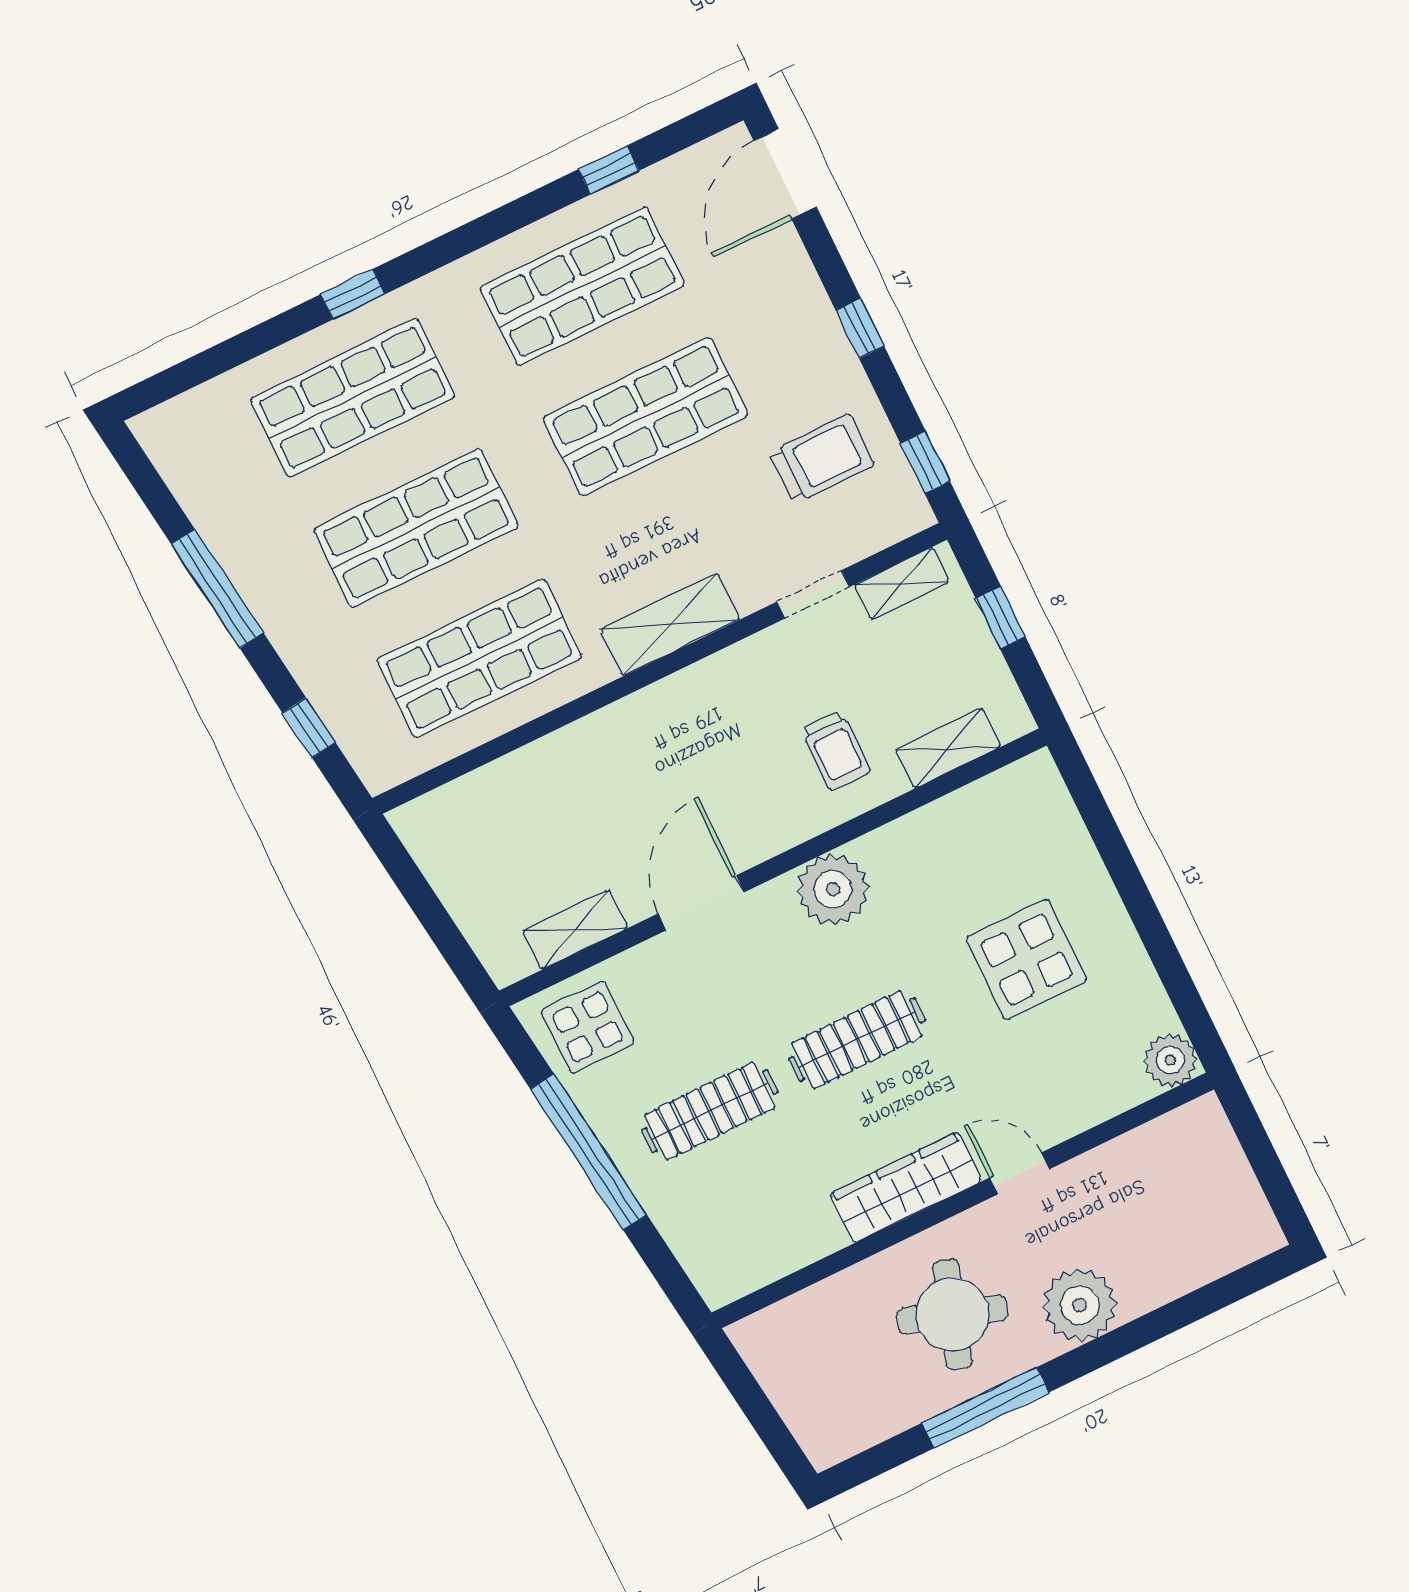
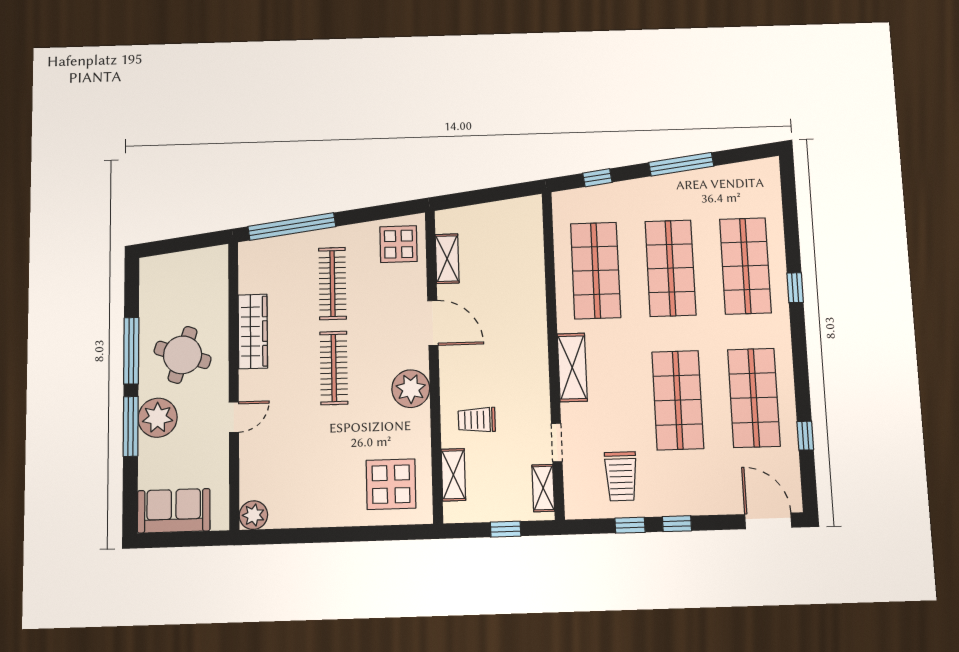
window: (925, 462) -> (630, 525), moved
display table: (1026, 959) -> (391, 484), moved
window: (588, 1152) -> (292, 227), moved
wardrobe: (906, 1188) -> (253, 331), moved
sofa: (1224, 1200) -> (174, 511), added
window: (1115, 1345) -> (131, 426), added

